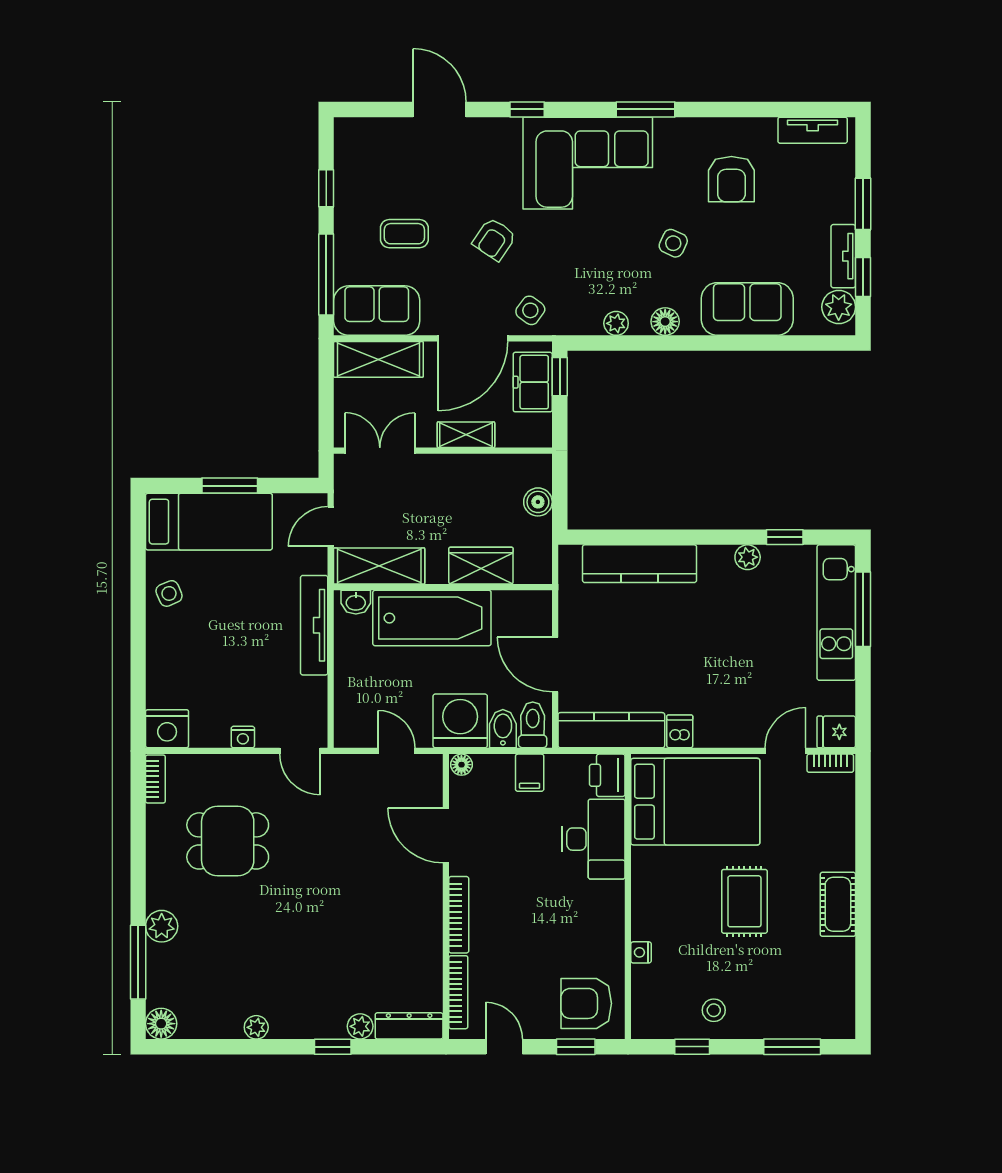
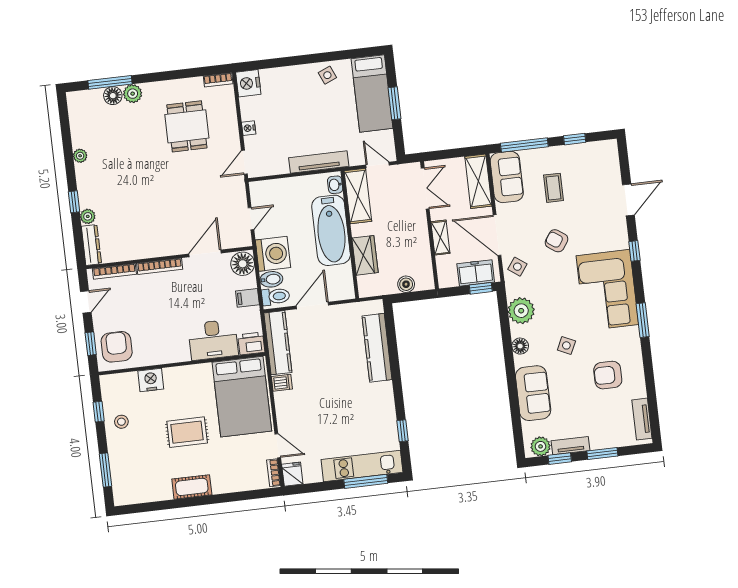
plant: (616, 323) -> (521, 311), width x1.88, depth x1.88
plant: (748, 557) -> (388, 410), removed
floor lamp: (461, 765) -> (243, 264), width x1.89, depth x1.89
nightstand: (641, 952) -> (151, 380), width x1.89, depth x1.79
floor lamp: (161, 1024) -> (113, 96), moved

